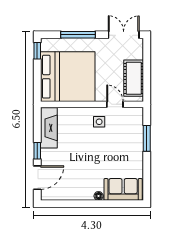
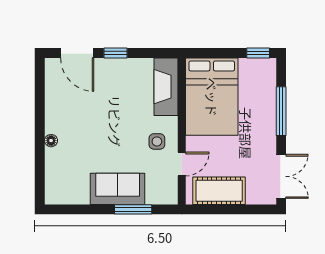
bed: (68, 77) -> (212, 97), width x0.73
fireplace: (49, 128) -> (166, 87), moved, turned 90
sofa: (123, 189) -> (118, 189), moved, turned -90

